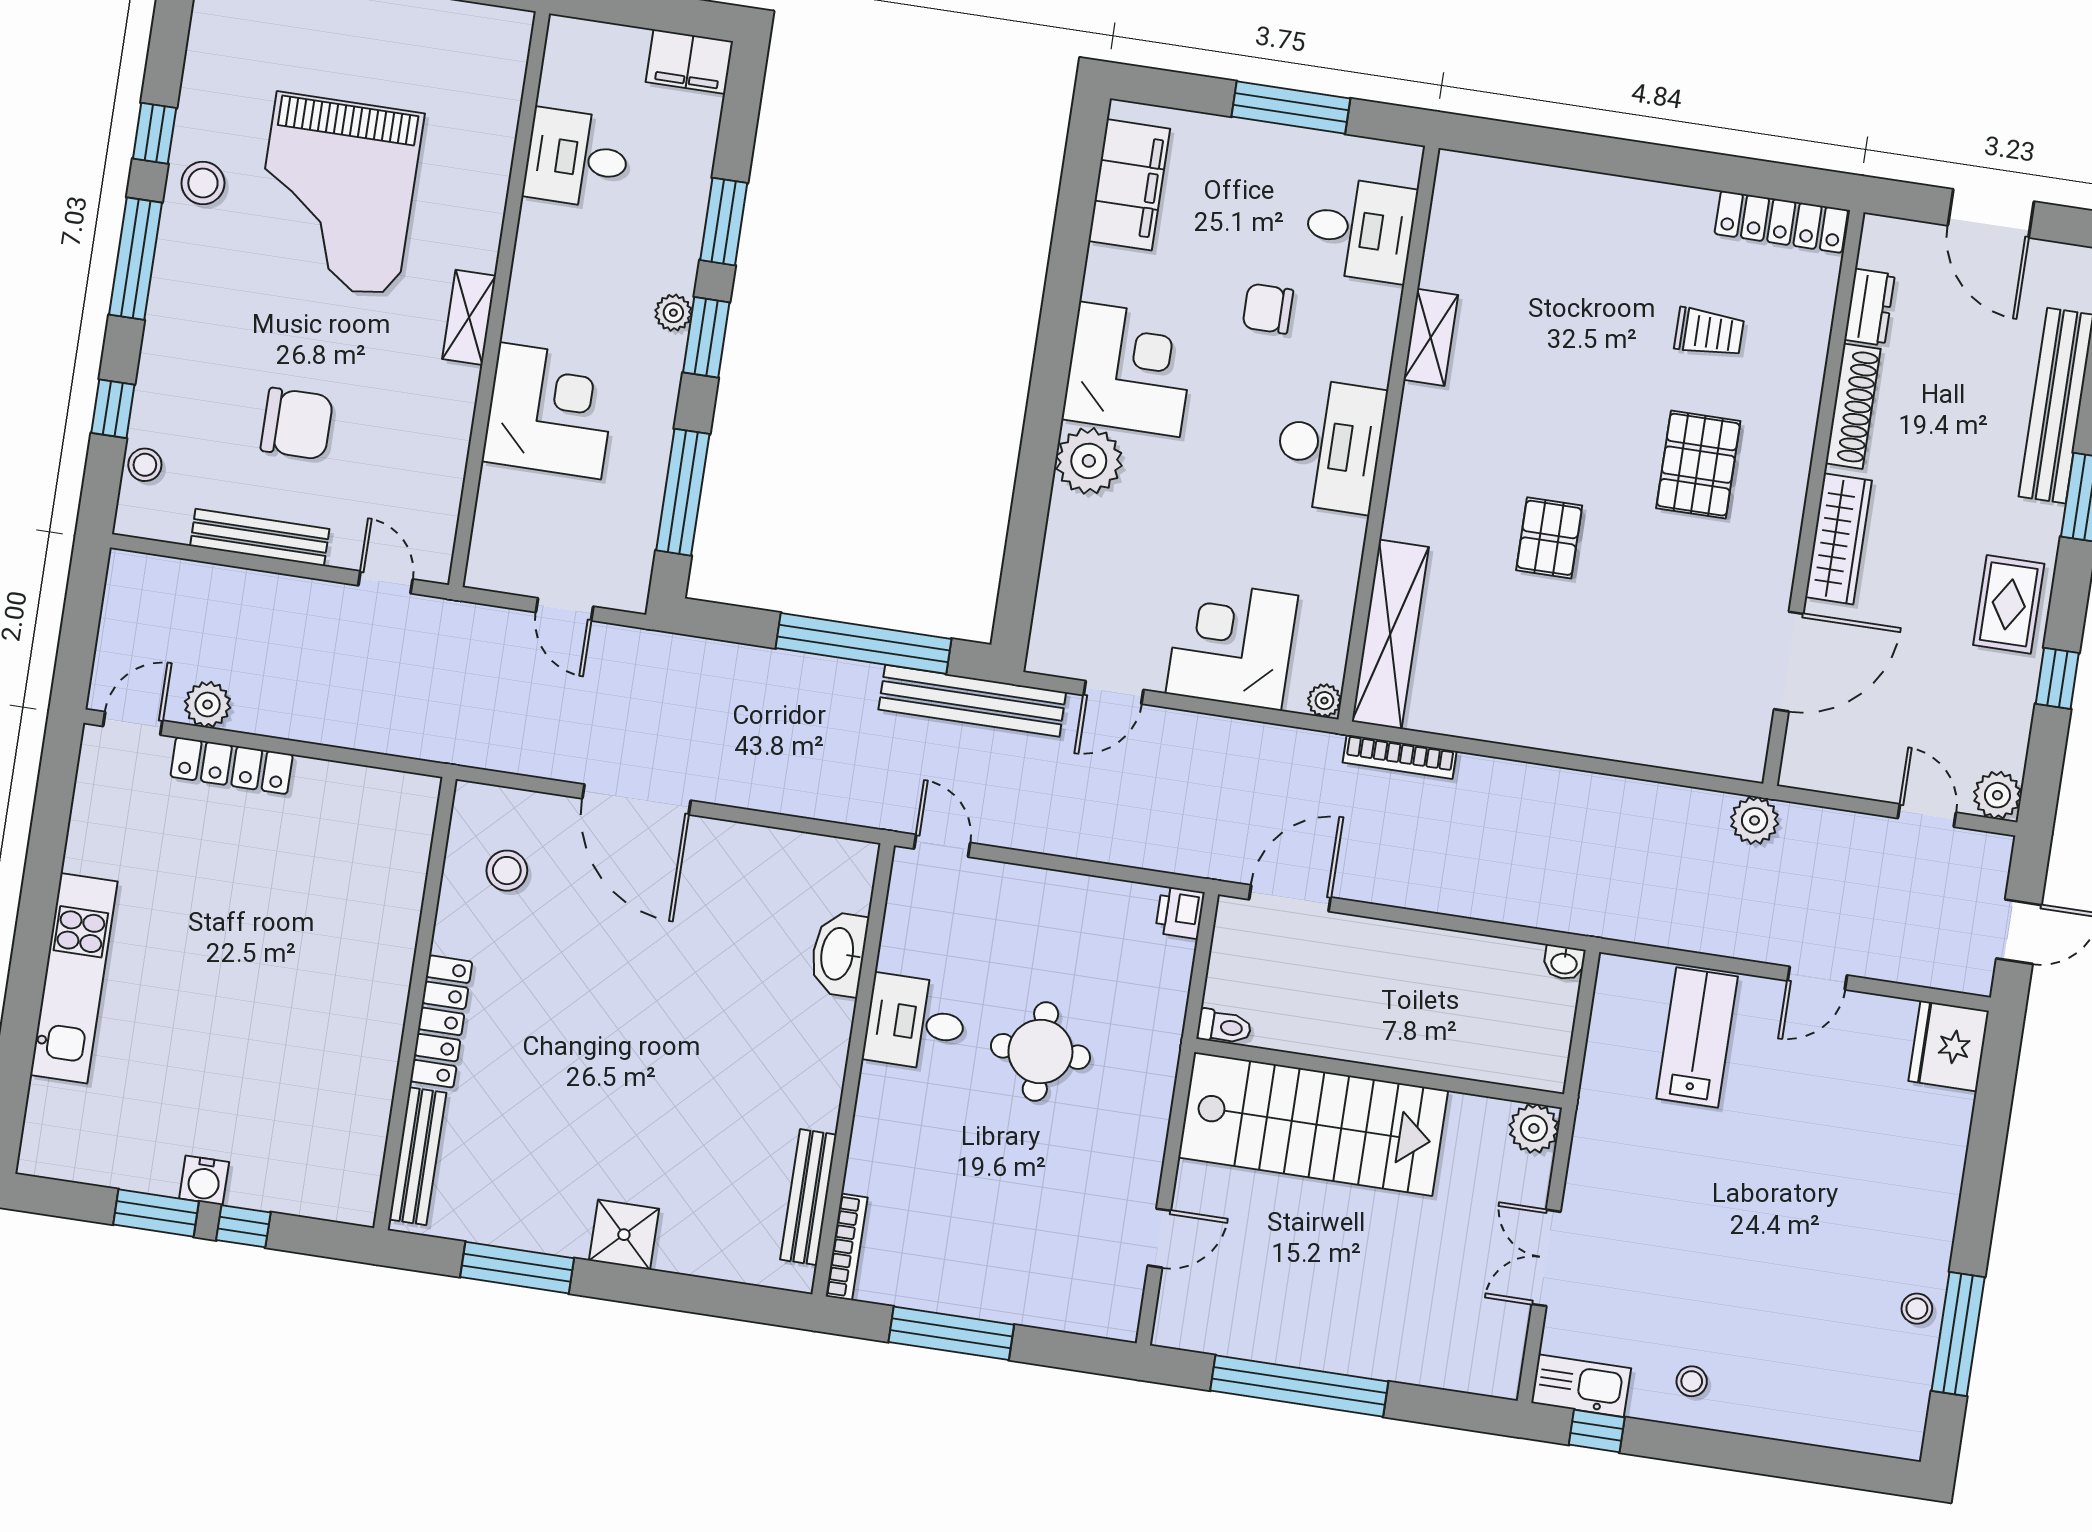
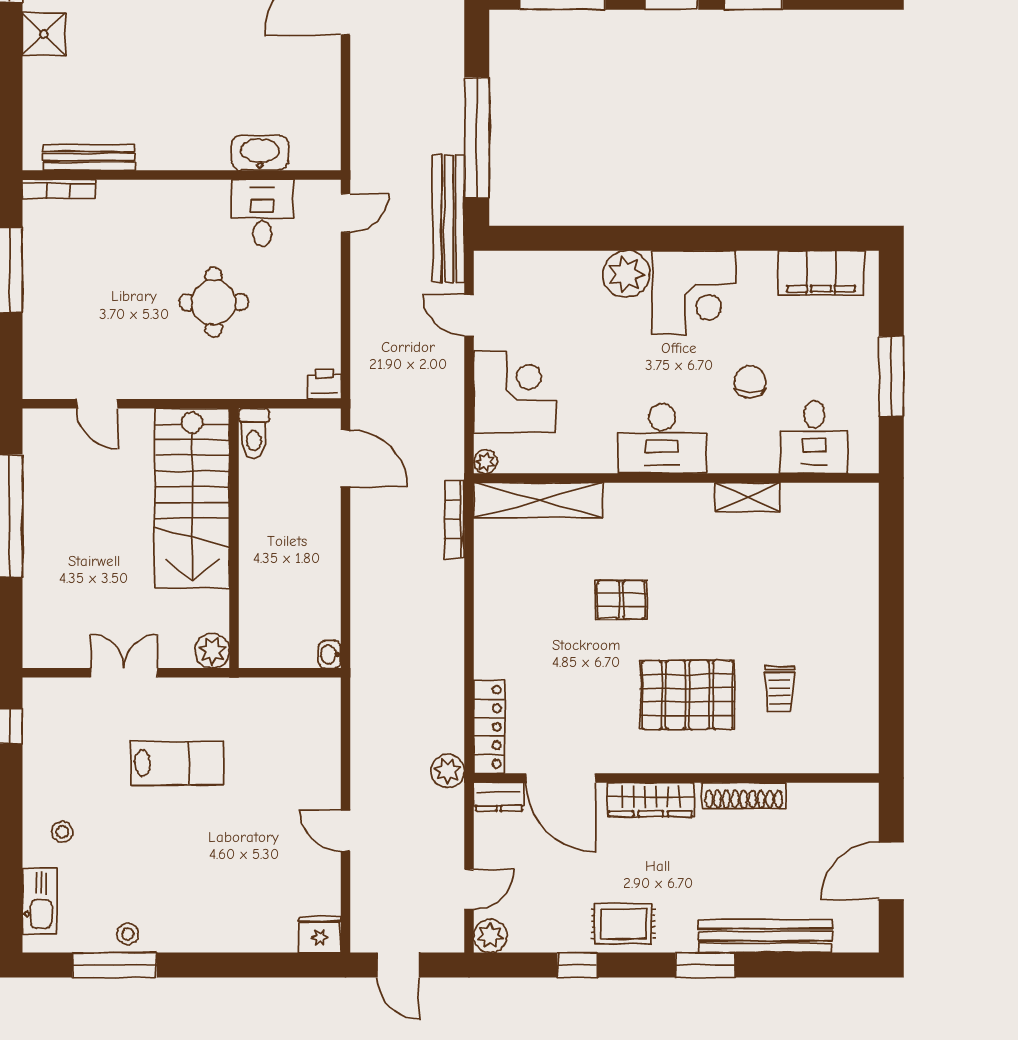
locker: (1781, 222) -> (489, 727), moved, turned 180
dresser: (1870, 307) -> (499, 797), moved
pallet: (1698, 465) -> (687, 695), width x1.37, depth x1.41
desk: (915, 1023) -> (262, 213), moved
toilet: (1224, 1027) -> (254, 434), width x1.37, depth x1.39
lab bench: (1697, 1038) -> (178, 763), moved
fridge: (1949, 1046) -> (320, 935), width x0.73, depth x0.75
stool: (1692, 1381) -> (62, 832), moved
kitchen sink: (1581, 1386) -> (40, 901), moved

